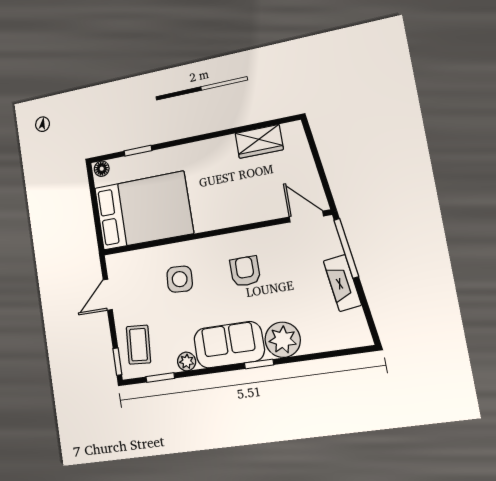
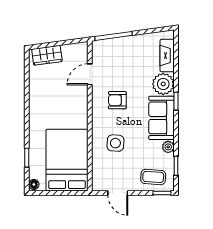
wardrobe: (259, 141) -> (47, 55), moved, turned 82
door: (306, 217) -> (90, 74), moved
fireplace: (342, 283) -> (167, 56), moved, turned 98

